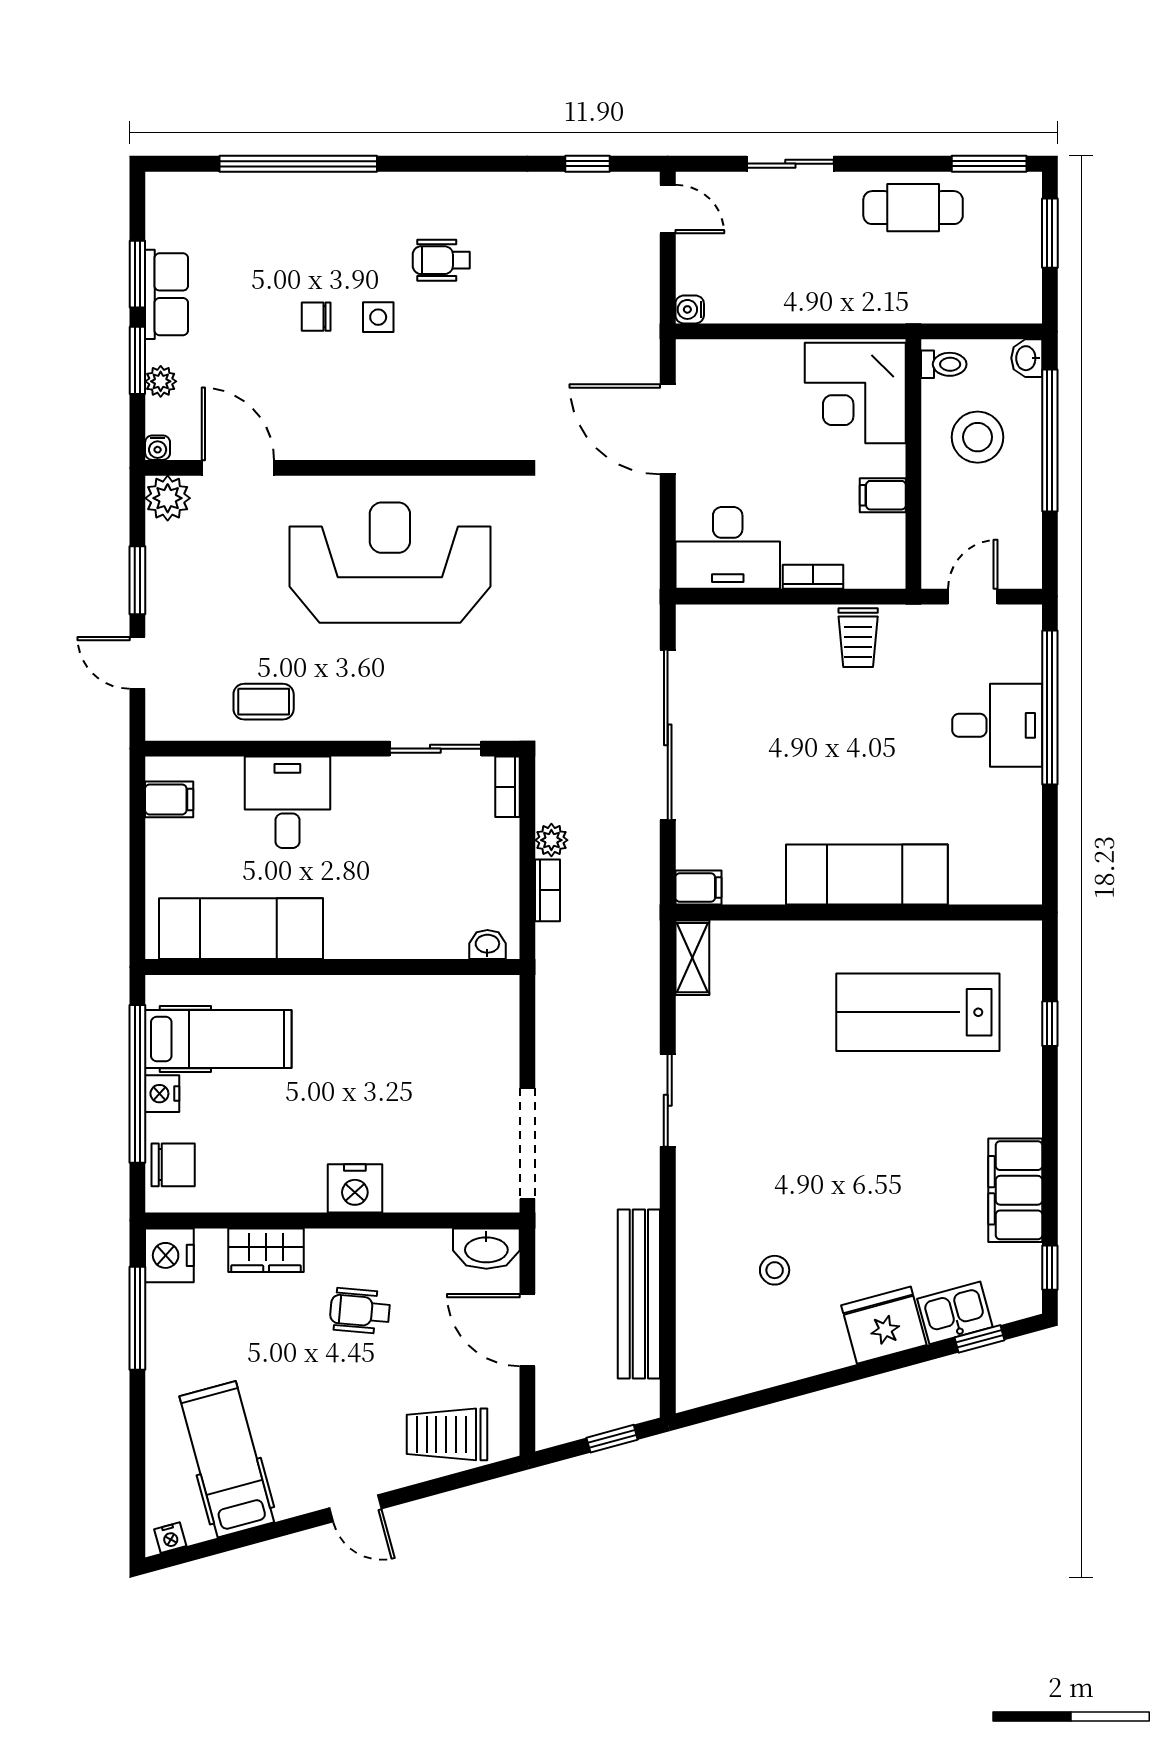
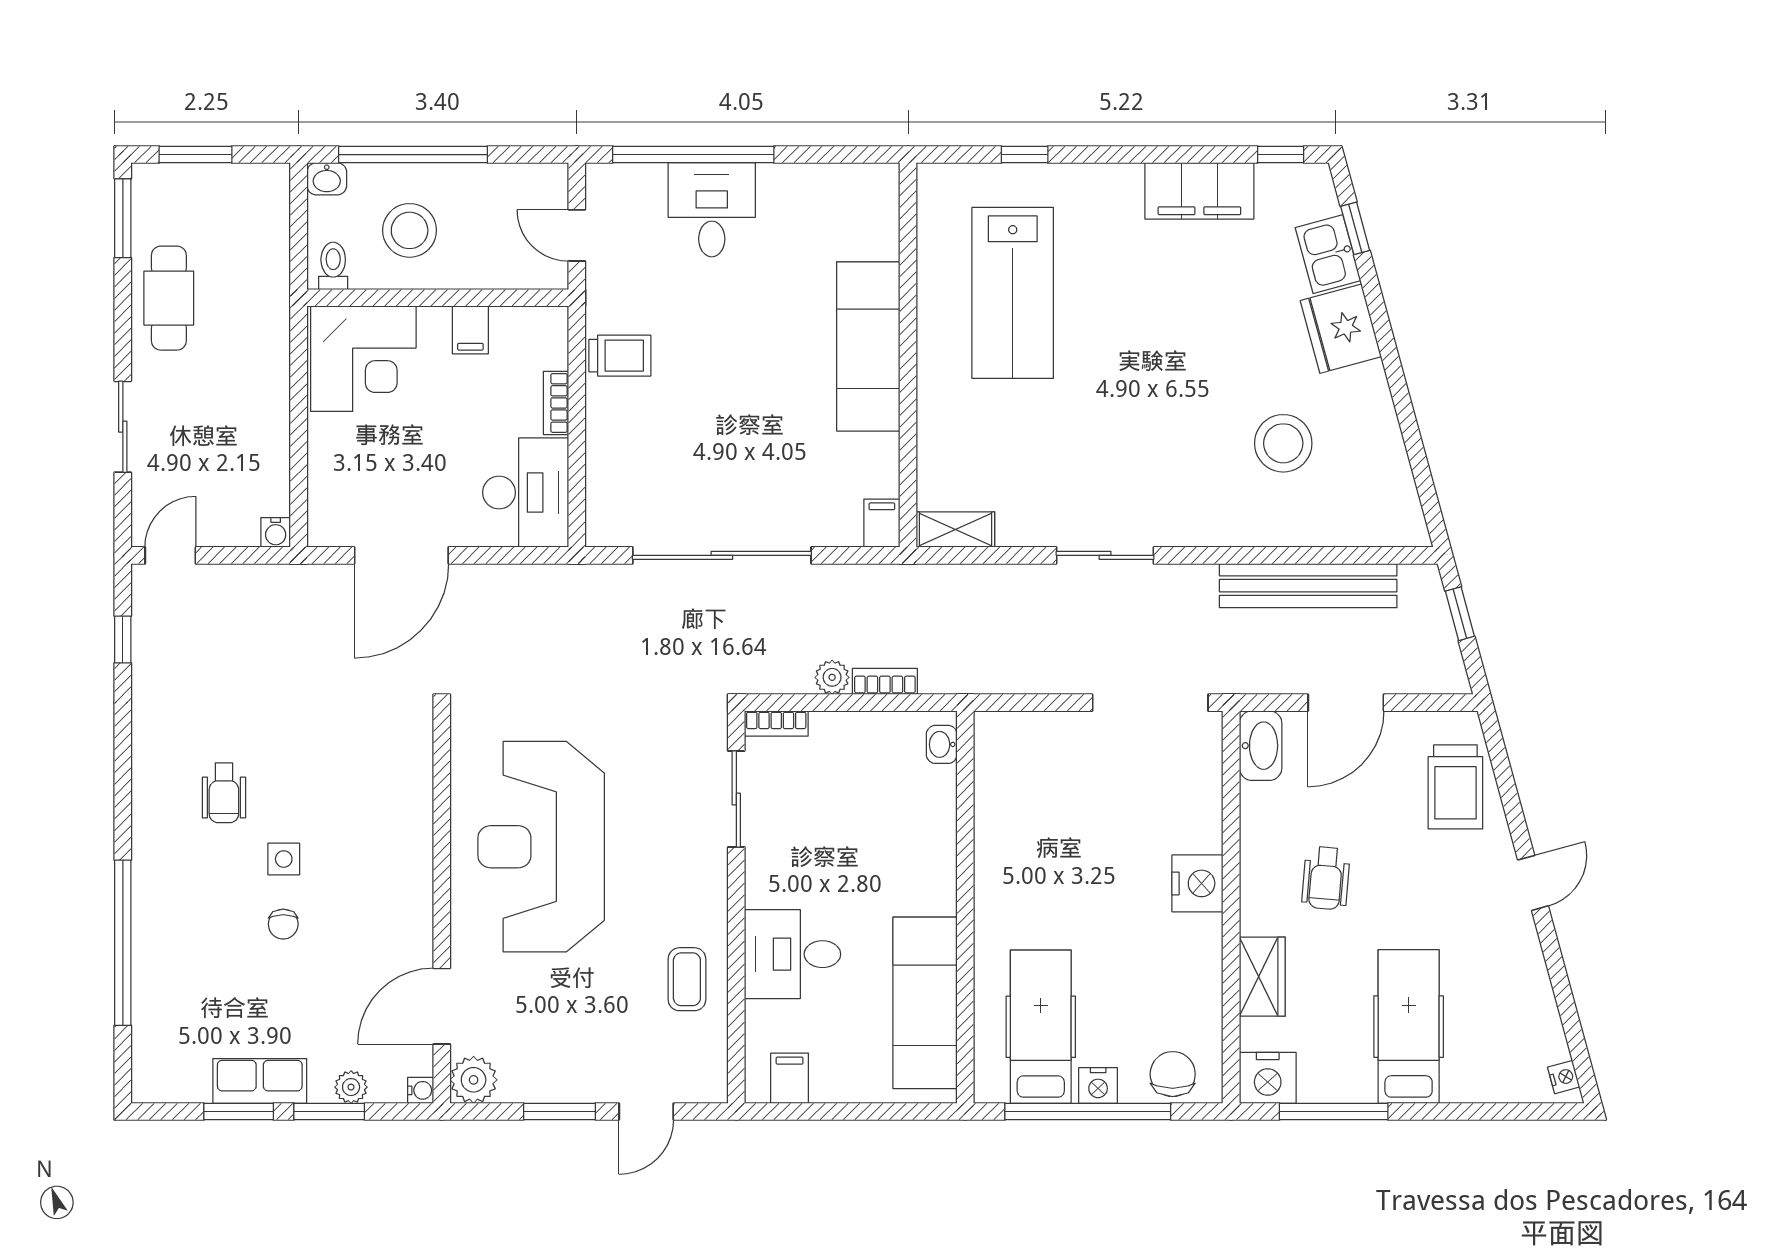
stool: (775, 1270) -> (1283, 443), width x1.89, depth x1.89
hospital bed: (227, 1459) -> (1409, 1027), moved, turned 105

